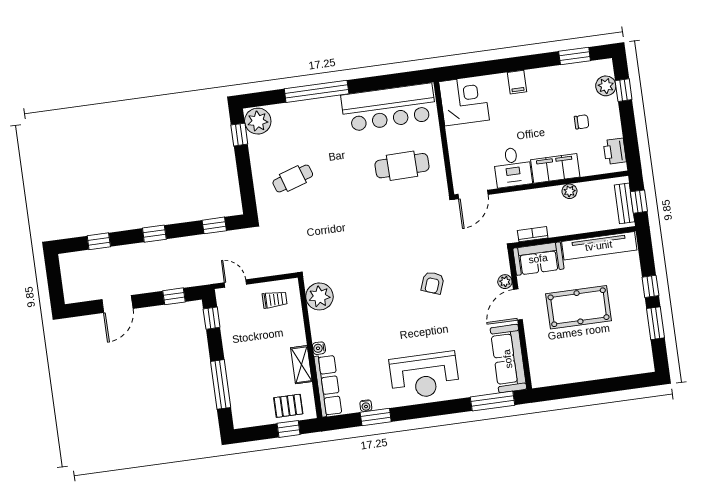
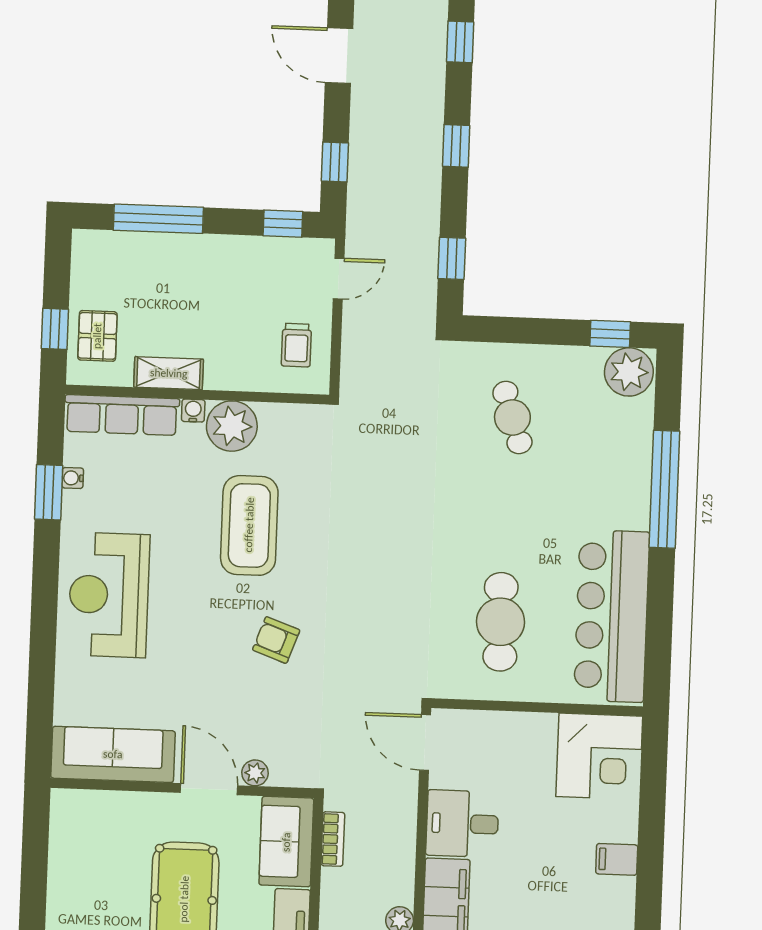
plant: (319, 296) -> (232, 426), moved
coffee table: (374, 308) -> (249, 525), added
window: (492, 401) -> (40, 711), removed

